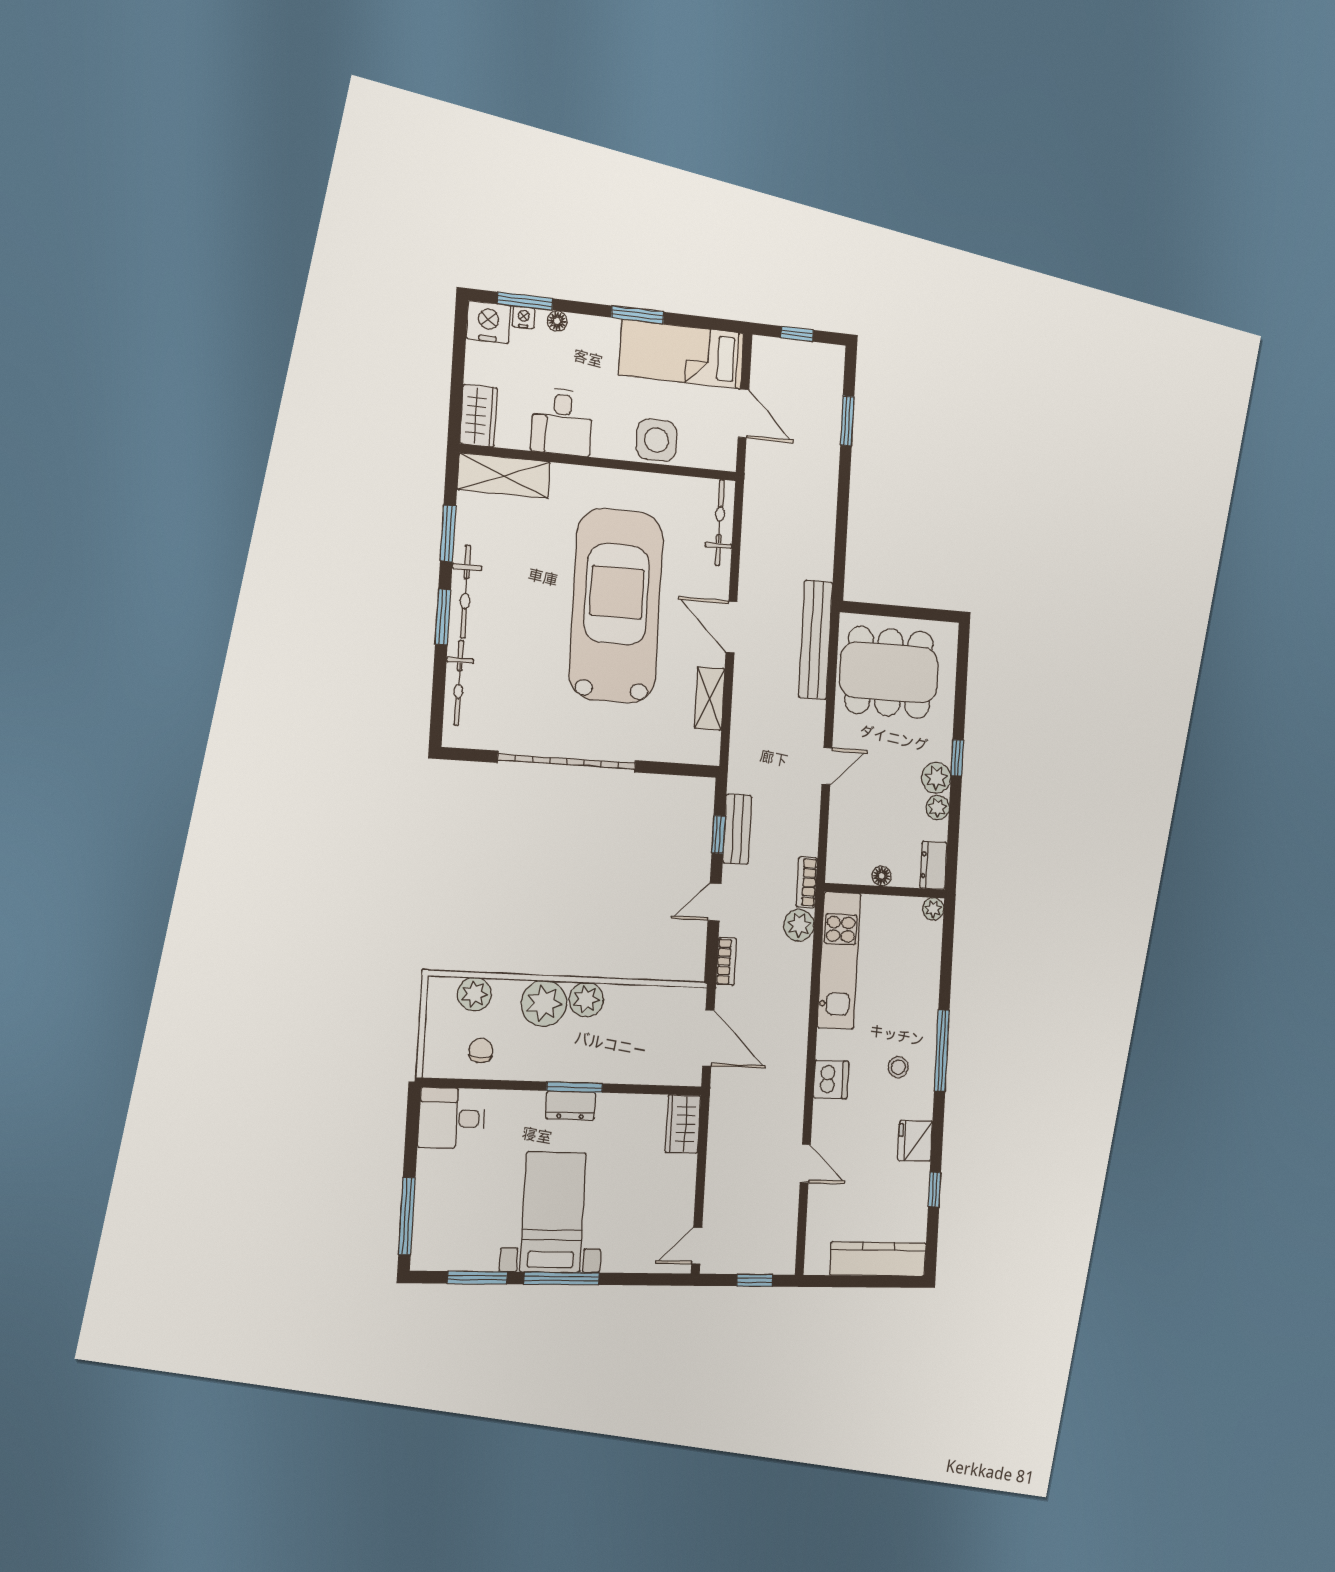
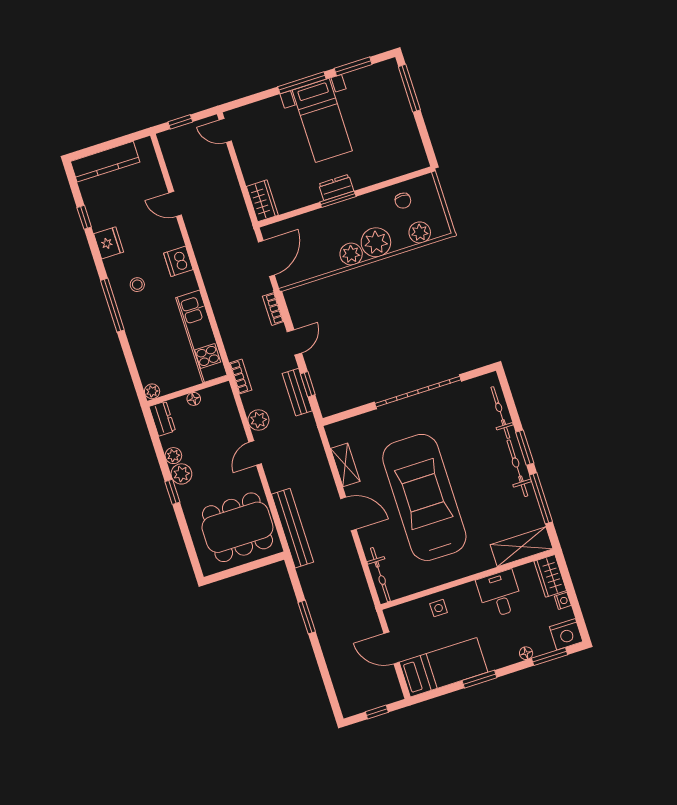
nightstand: (524, 317) -> (563, 601), moved, turned -90
window: (847, 421) -> (307, 617), moved
side table: (656, 440) -> (439, 608), width x0.54, depth x0.54
window: (448, 533) -> (541, 498), width x1.44
car: (616, 606) -> (424, 497), turned 180
plant: (799, 925) -> (258, 420), moved
door: (708, 1038) -> (266, 258), swing flipped
desk: (451, 1118) -> (405, 155), removed
door: (697, 1246) -> (225, 131), swing flipped

